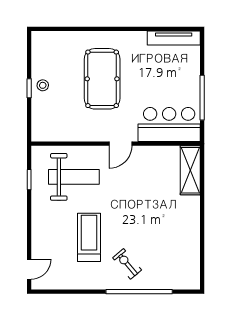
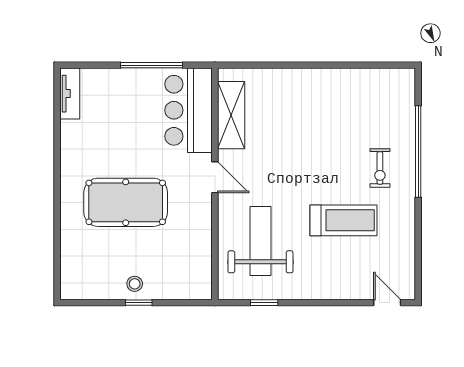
tv unit: (174, 38) -> (70, 94), width x0.71
shelving: (190, 170) -> (231, 115), moved, turned 90
treadmill: (89, 237) -> (344, 220), turned 180
exercise bike: (127, 264) -> (380, 168), turned -50

